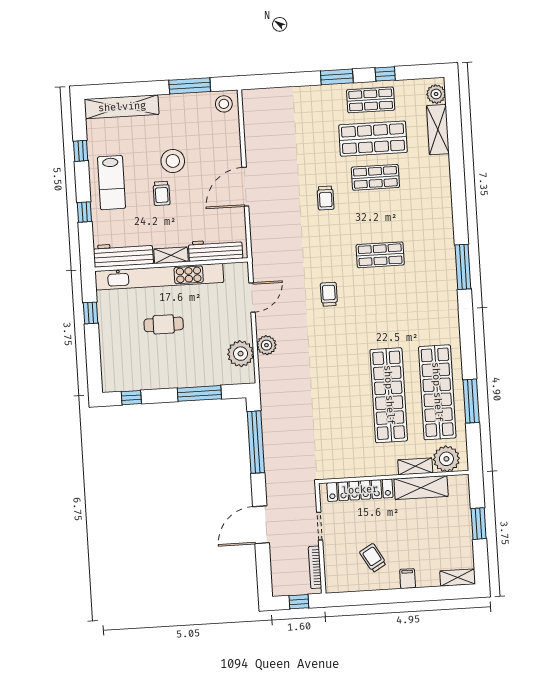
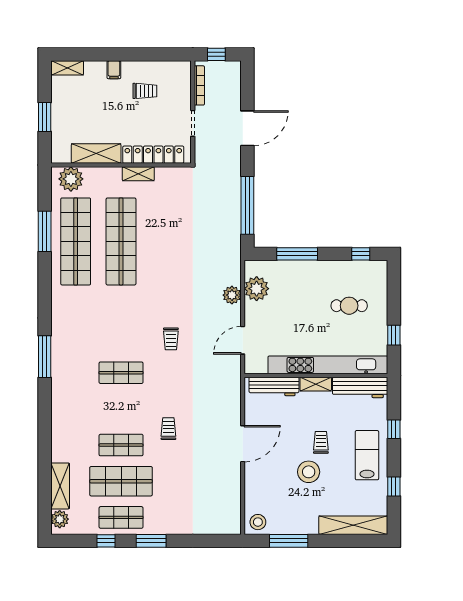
cafe table: (164, 324) -> (349, 306), moved
shelving: (415, 466) -> (138, 174), moved
trolley: (373, 558) -> (145, 91), turned -60

